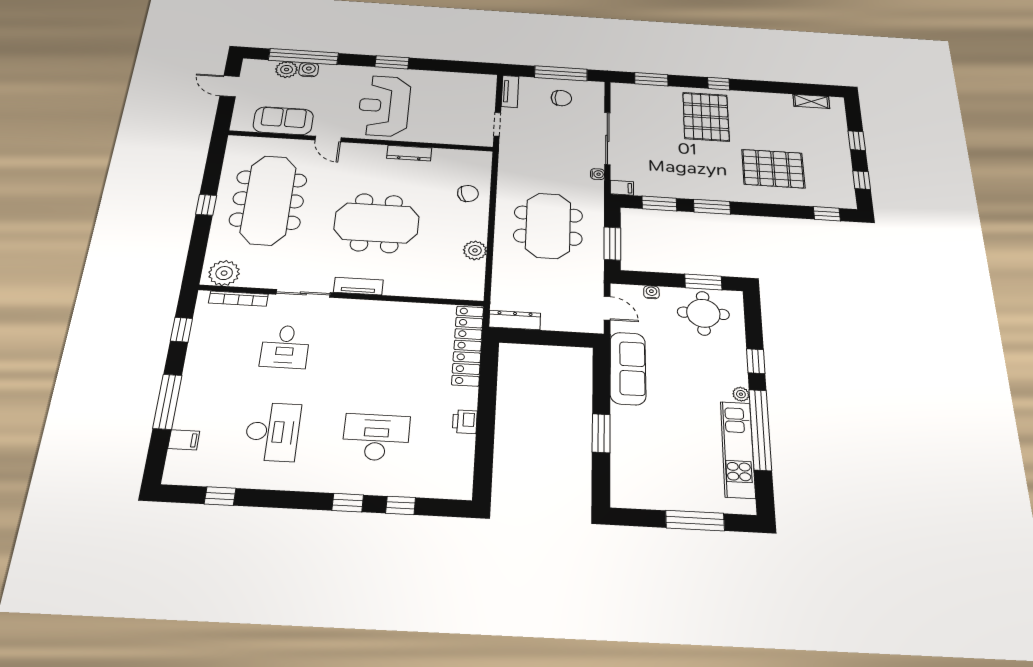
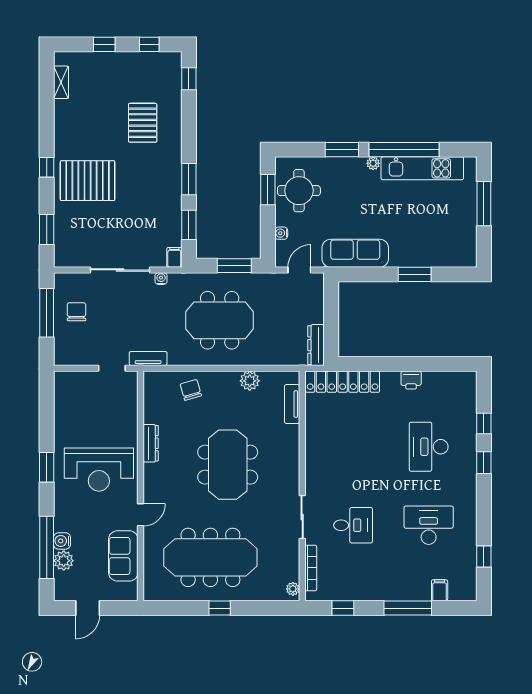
tv unit: (510, 91) -> (148, 359), moved
pallet: (773, 169) -> (143, 123), width x0.73, depth x0.71
plant: (224, 273) -> (293, 589), width x0.53, depth x0.53
tv unit: (358, 286) -> (292, 404), moved
window: (756, 361) -> (342, 150), width x1.50

